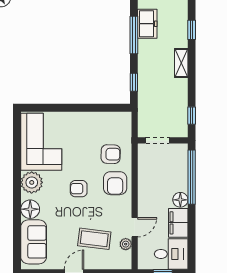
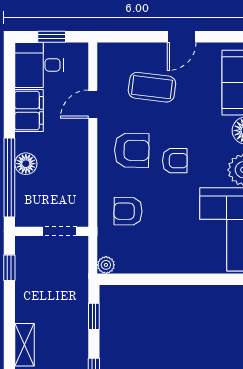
armchair: (115, 183) -> (132, 150), moved, turned 91
floor lamp: (180, 200) -> (26, 164), moved
plant: (126, 244) -> (106, 265), moved

